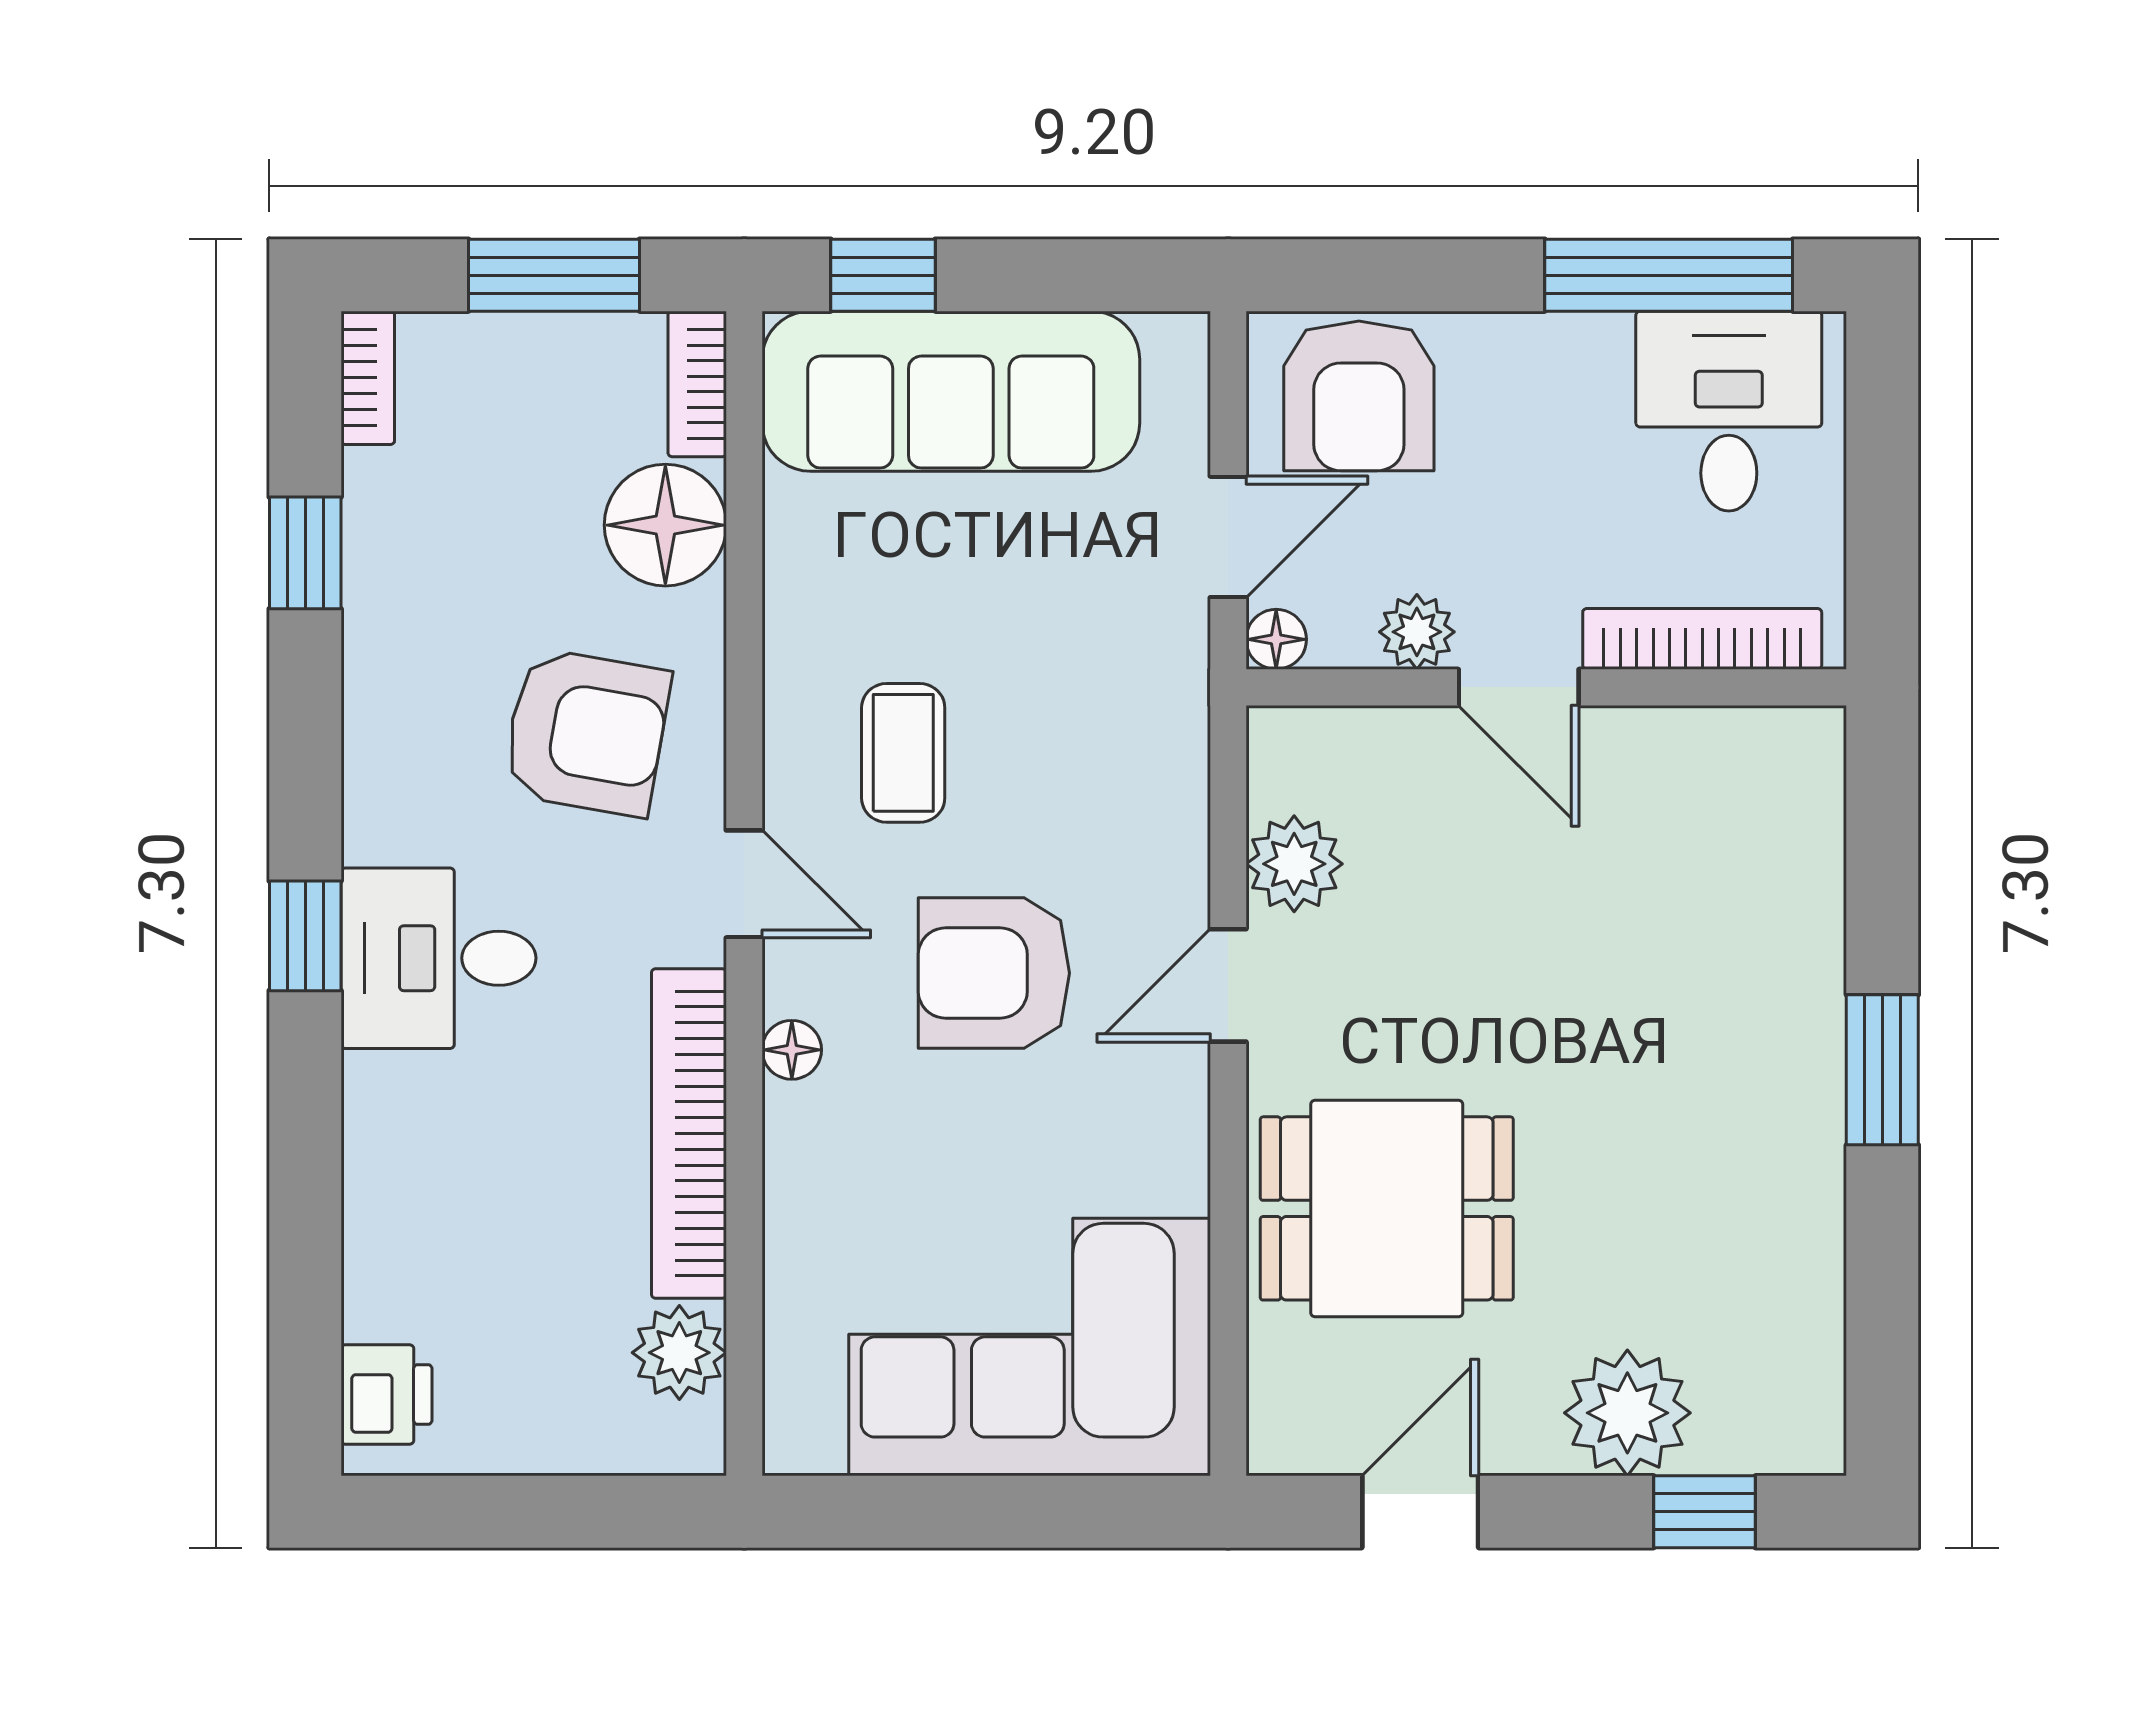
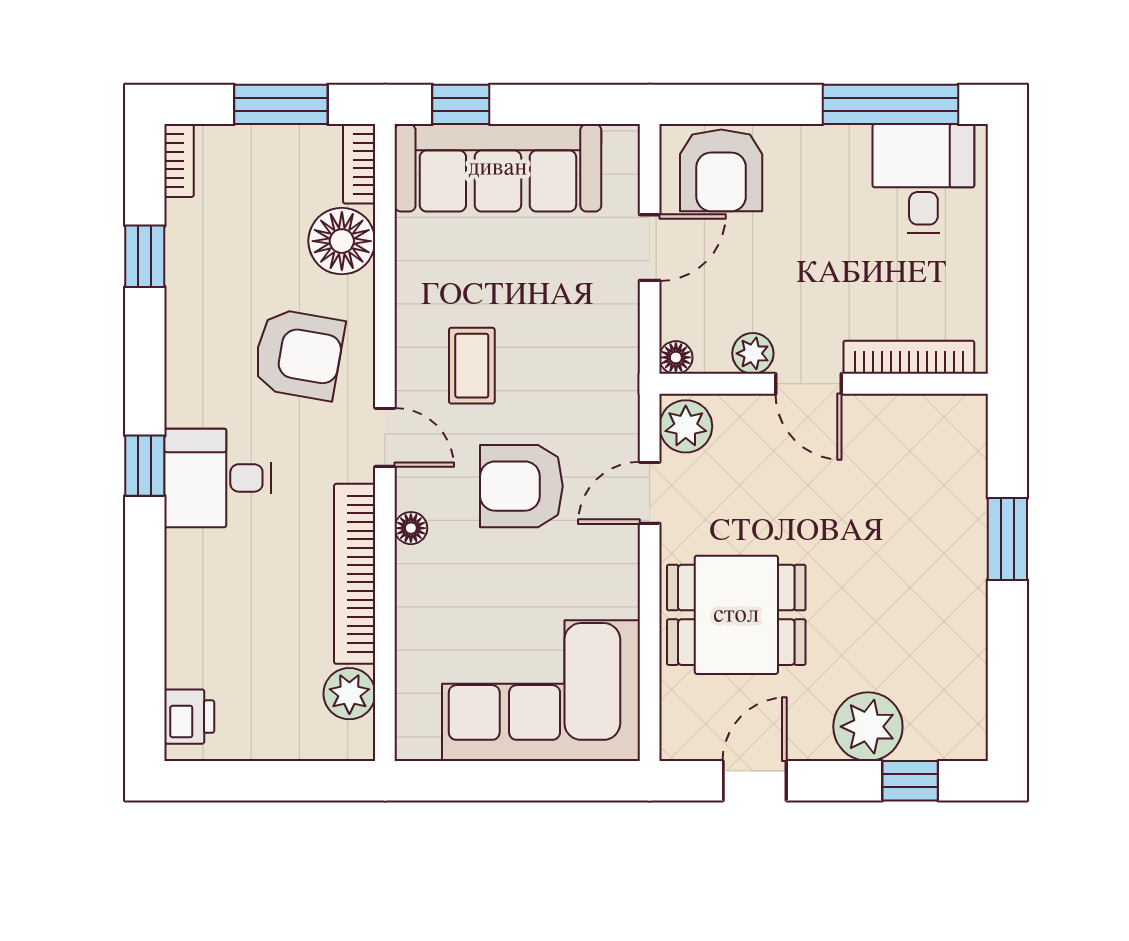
plant: (1417, 632) -> (753, 353), moved
floor lamp: (1276, 639) -> (676, 357), moved
bookcase: (1702, 639) -> (909, 357), moved
door: (1519, 687) -> (808, 384), moved
wall: (1546, 687) -> (824, 384), moved

